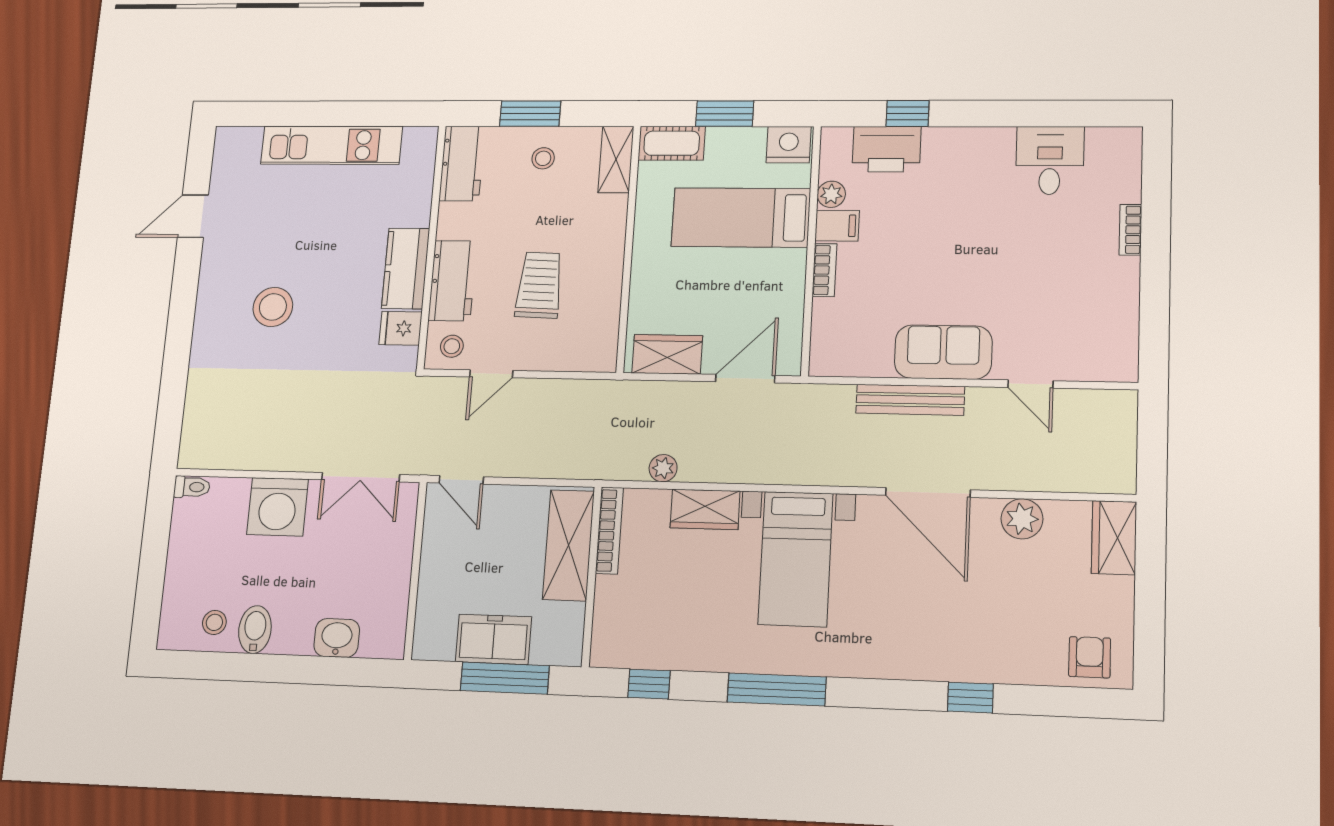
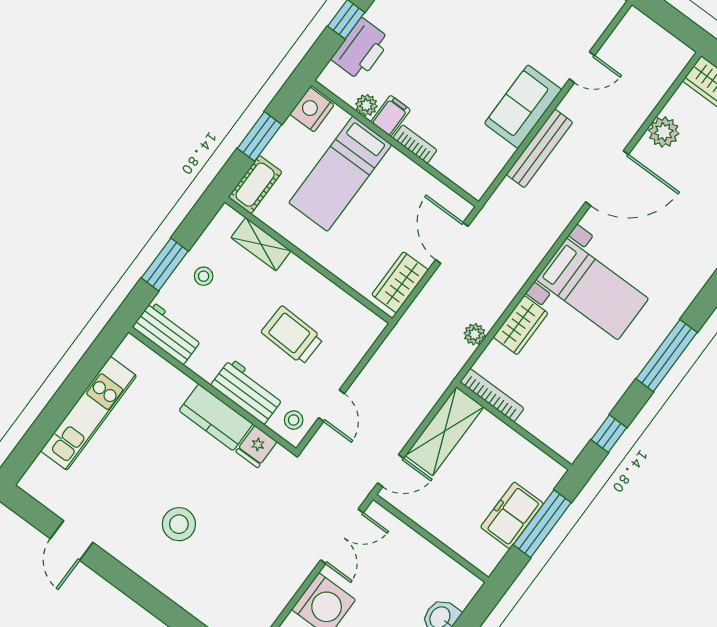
shelving: (616, 159) -> (261, 244), moved
shelving: (569, 545) -> (445, 431), moved, turned 90

